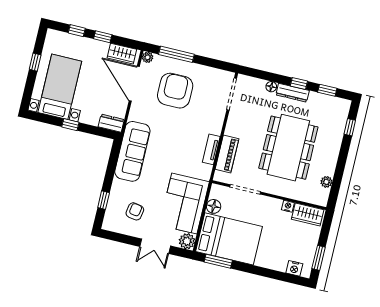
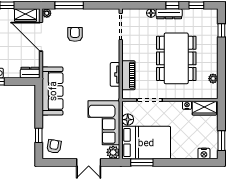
armchair: (175, 91) -> (75, 34), width x0.53, depth x0.53
armchair: (135, 211) -> (54, 146), moved

